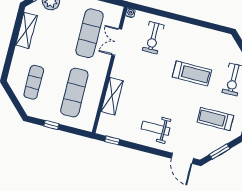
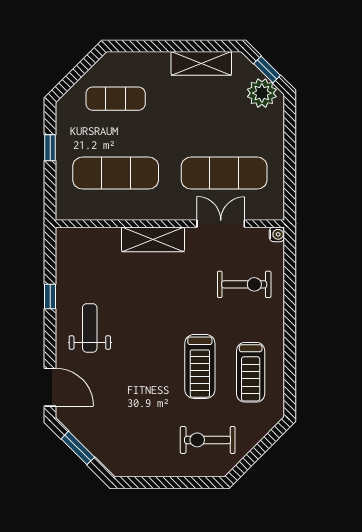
exercise bike: (153, 38) -> (244, 284), turned 180
shelving: (112, 96) -> (153, 239), moved
treadmill: (215, 119) -> (251, 372), moved, turned 180
window: (112, 140) -> (50, 296), moved
door: (182, 158) -> (50, 387), swing flipped

